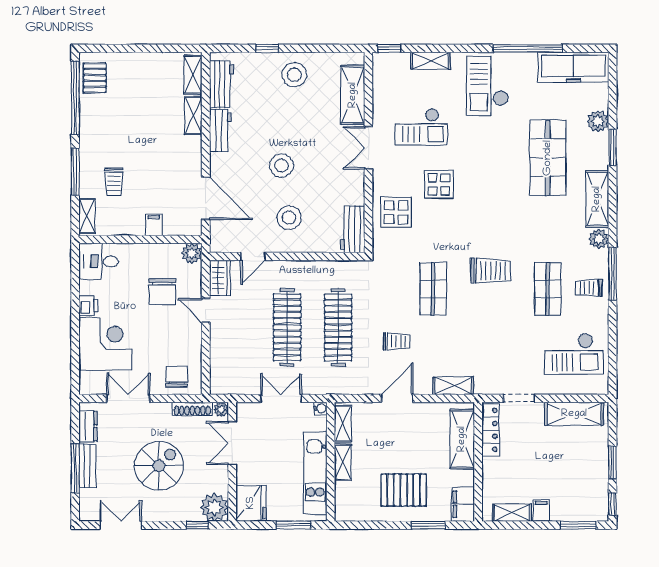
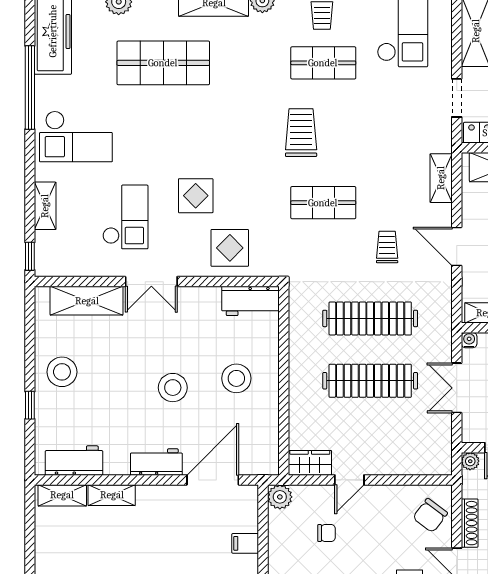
workbench: (220, 131) -> (156, 462), moved
door: (253, 256) -> (284, 422), removed
chair: (162, 292) -> (327, 533), width x0.54, depth x0.54
chair: (177, 377) -> (430, 515), turned -53
shoe rack: (192, 409) -> (470, 523), moved

